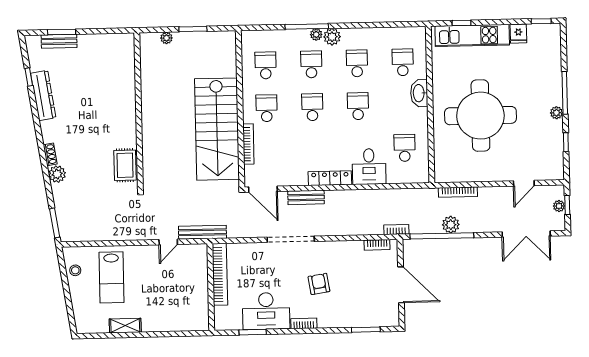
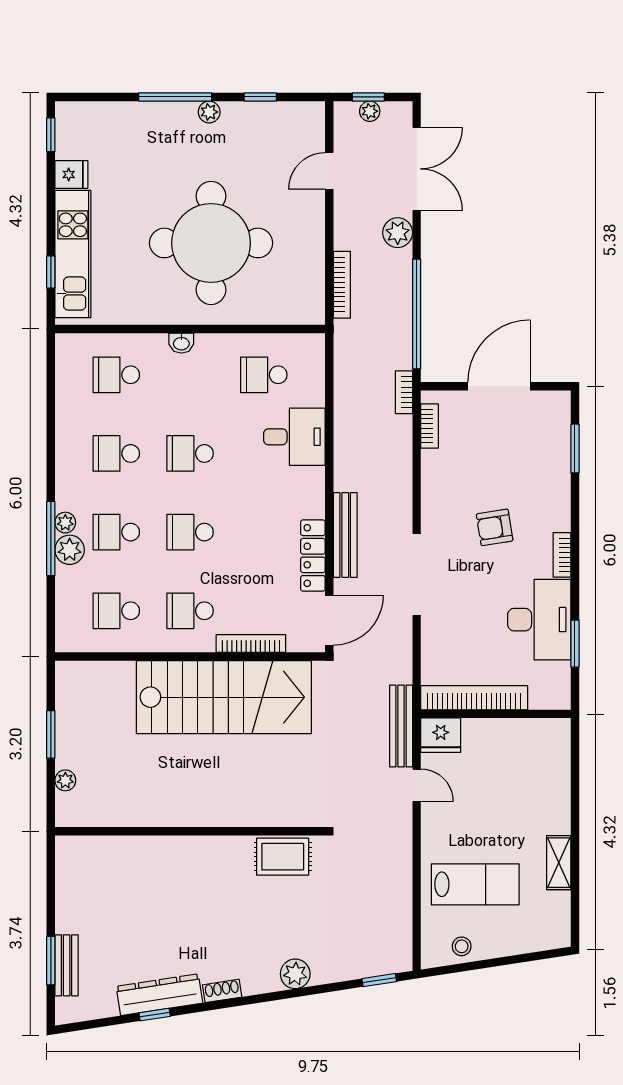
plant: (332, 37) -> (70, 550), moved
window: (29, 77) -> (155, 1015), moved
washbasin: (419, 93) -> (181, 343), width x0.52, depth x0.69
shoe rack: (50, 154) -> (222, 991), moved
locker: (330, 178) -> (313, 556), moved
door: (524, 183) -> (329, 171), swing flipped
bench: (306, 197) -> (345, 535), width x1.36
window: (55, 223) -> (379, 980), width x0.67
plant: (451, 225) -> (398, 233), moved
fridge: (198, 255) -> (441, 735), added

